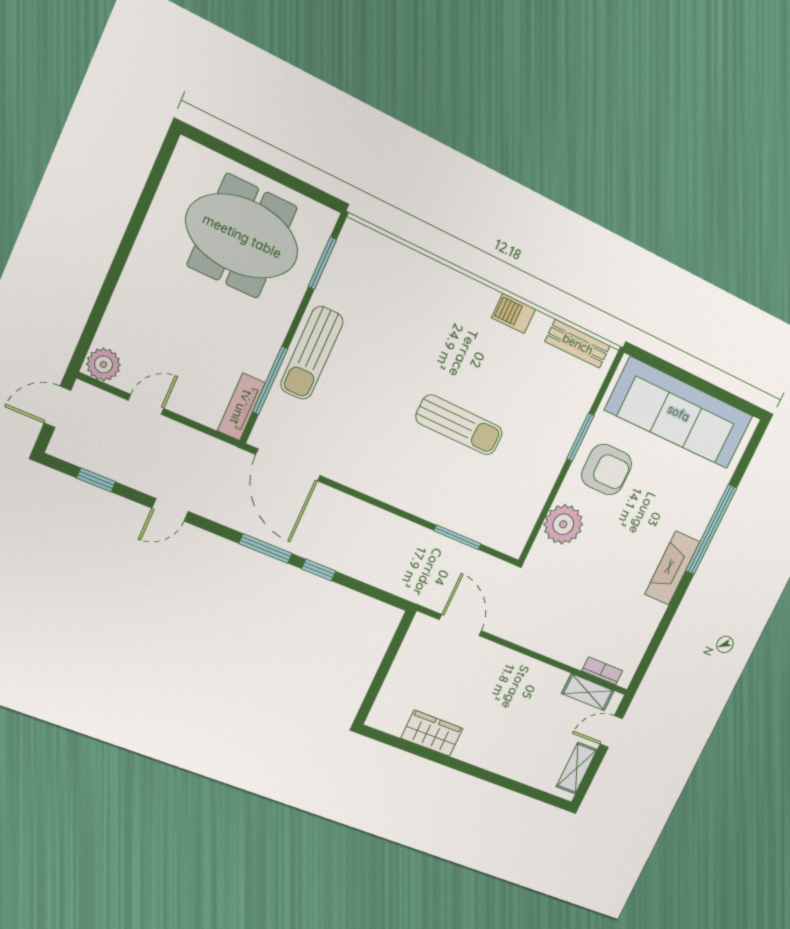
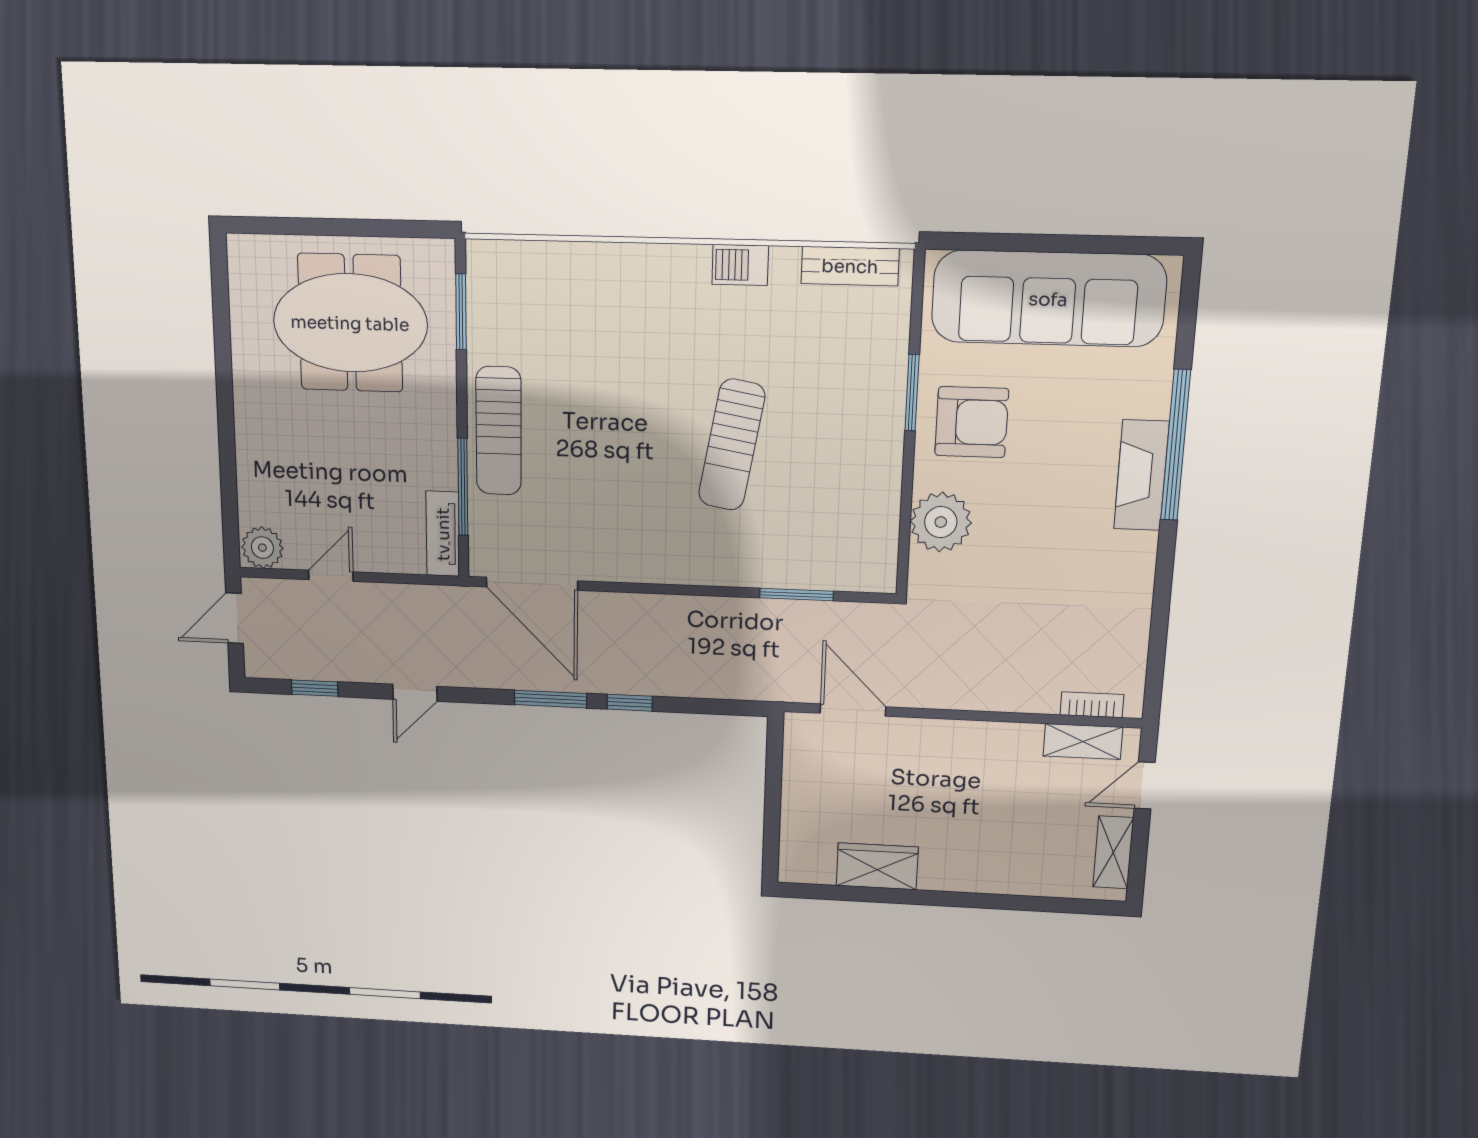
sun lounger: (459, 425) -> (732, 445), turned 99
fireplace: (672, 568) -> (1141, 475), moved

